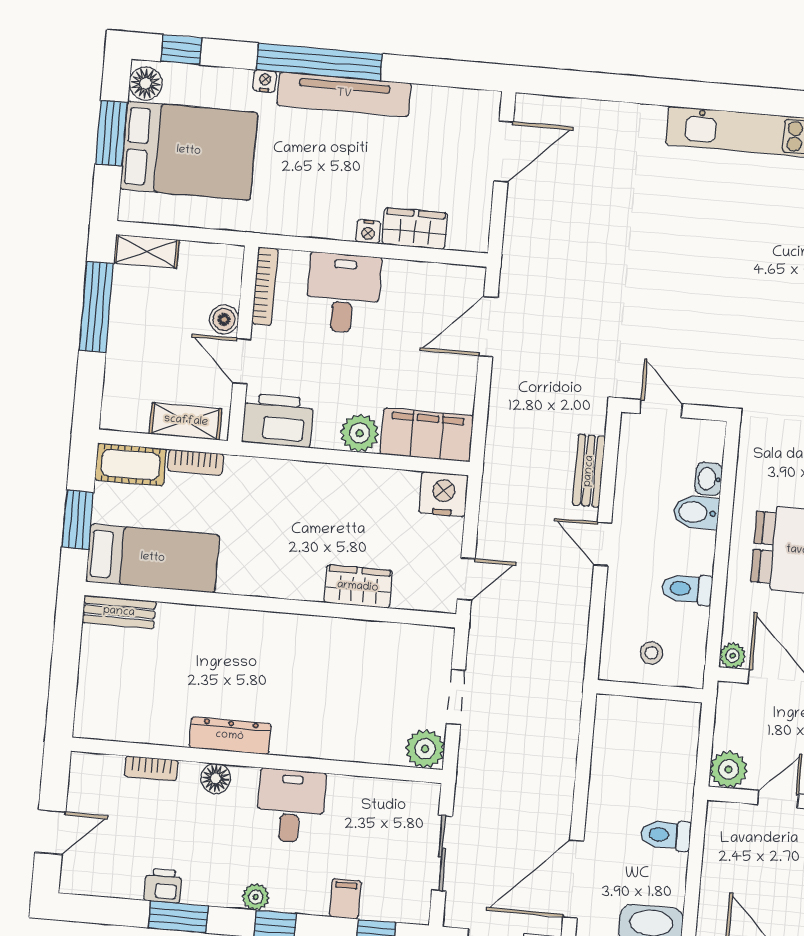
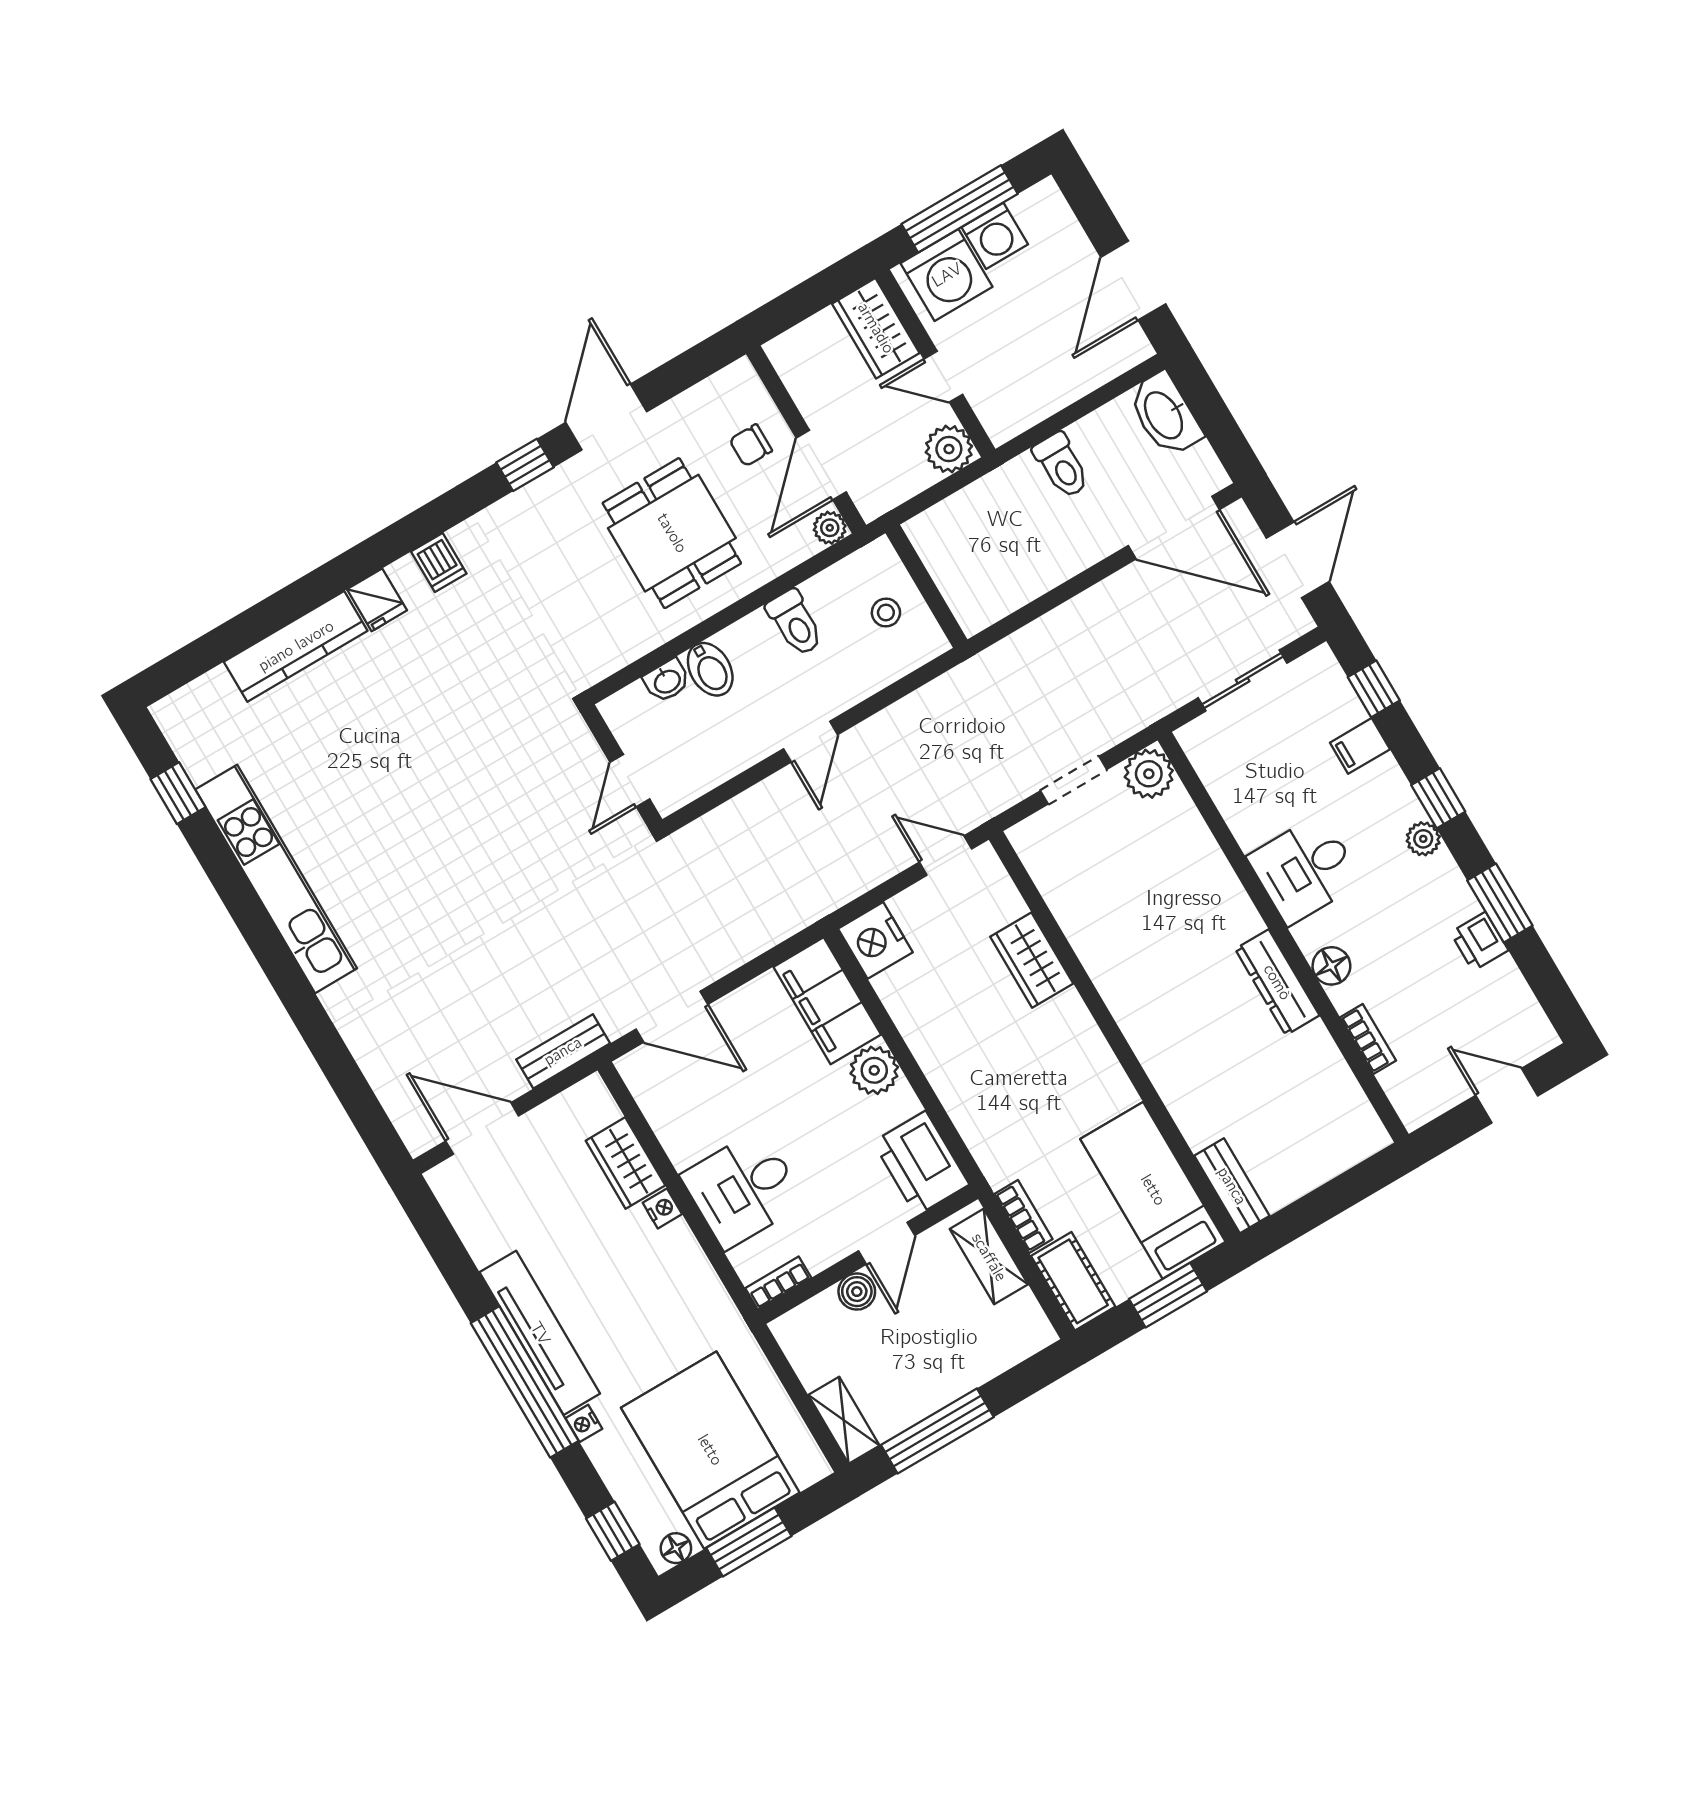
floor lamp: (146, 83) -> (676, 1548), width x0.73, depth x0.73
bookcase: (265, 286) -> (778, 1283), width x0.64
bench: (589, 471) -> (563, 1051), moved

